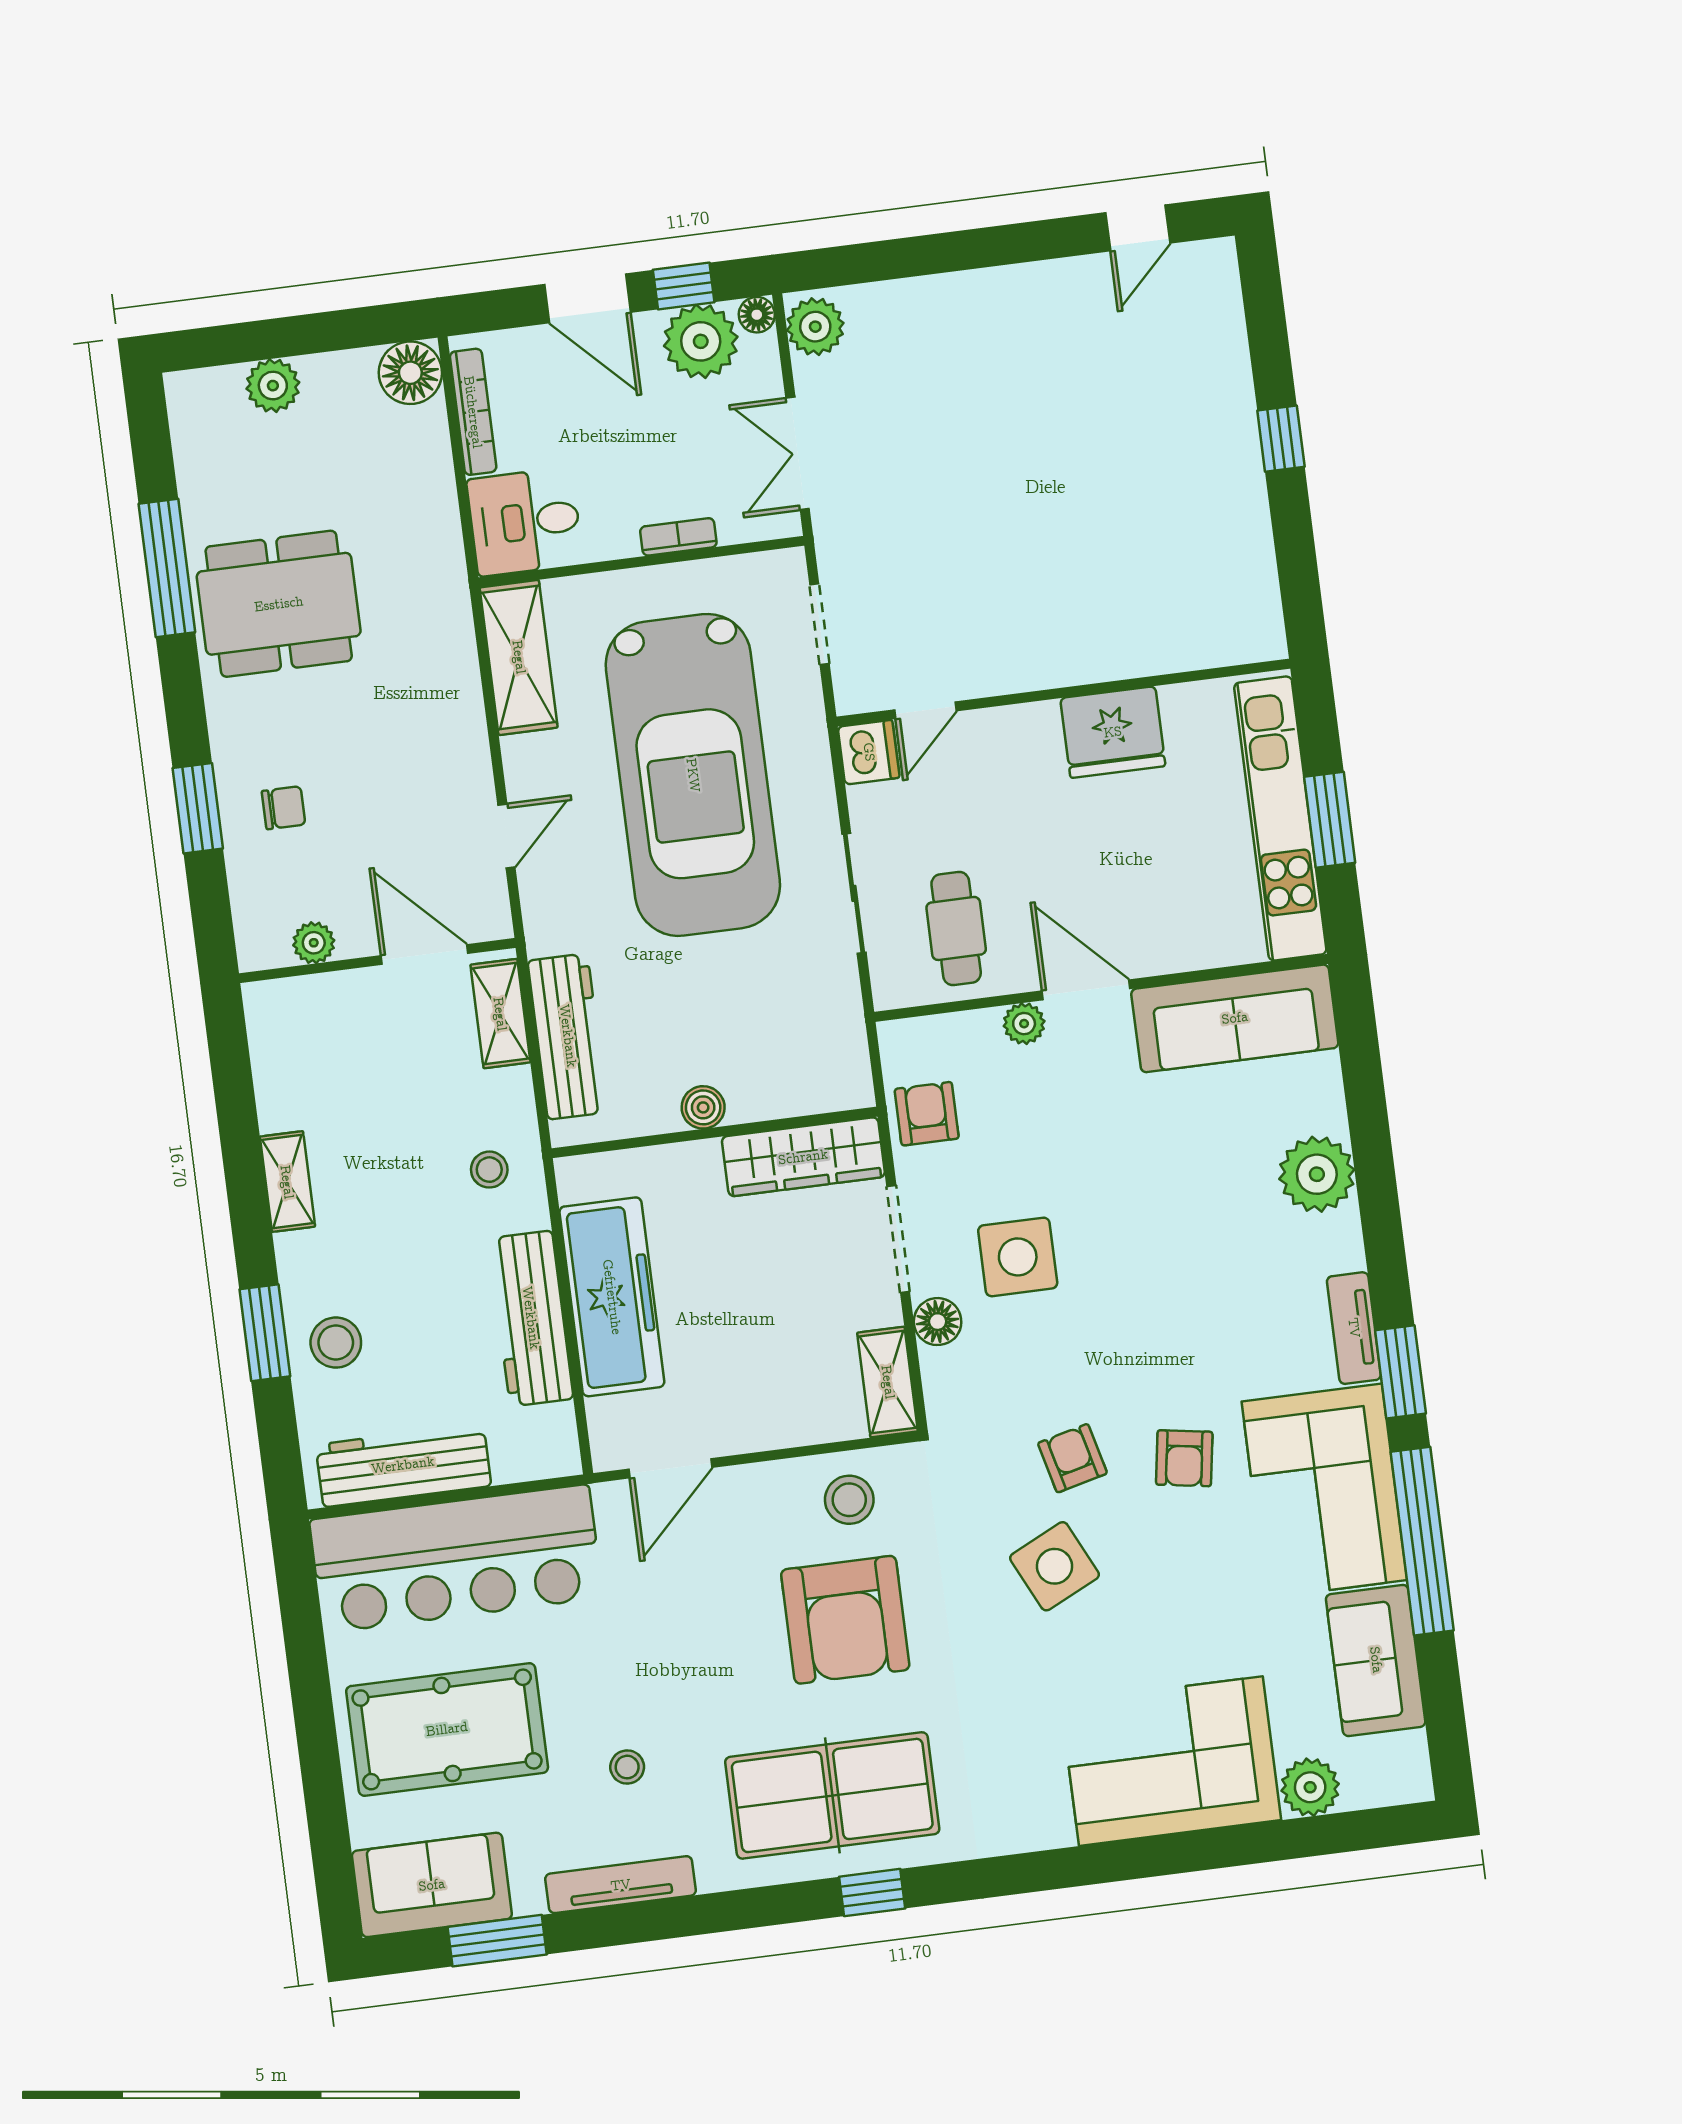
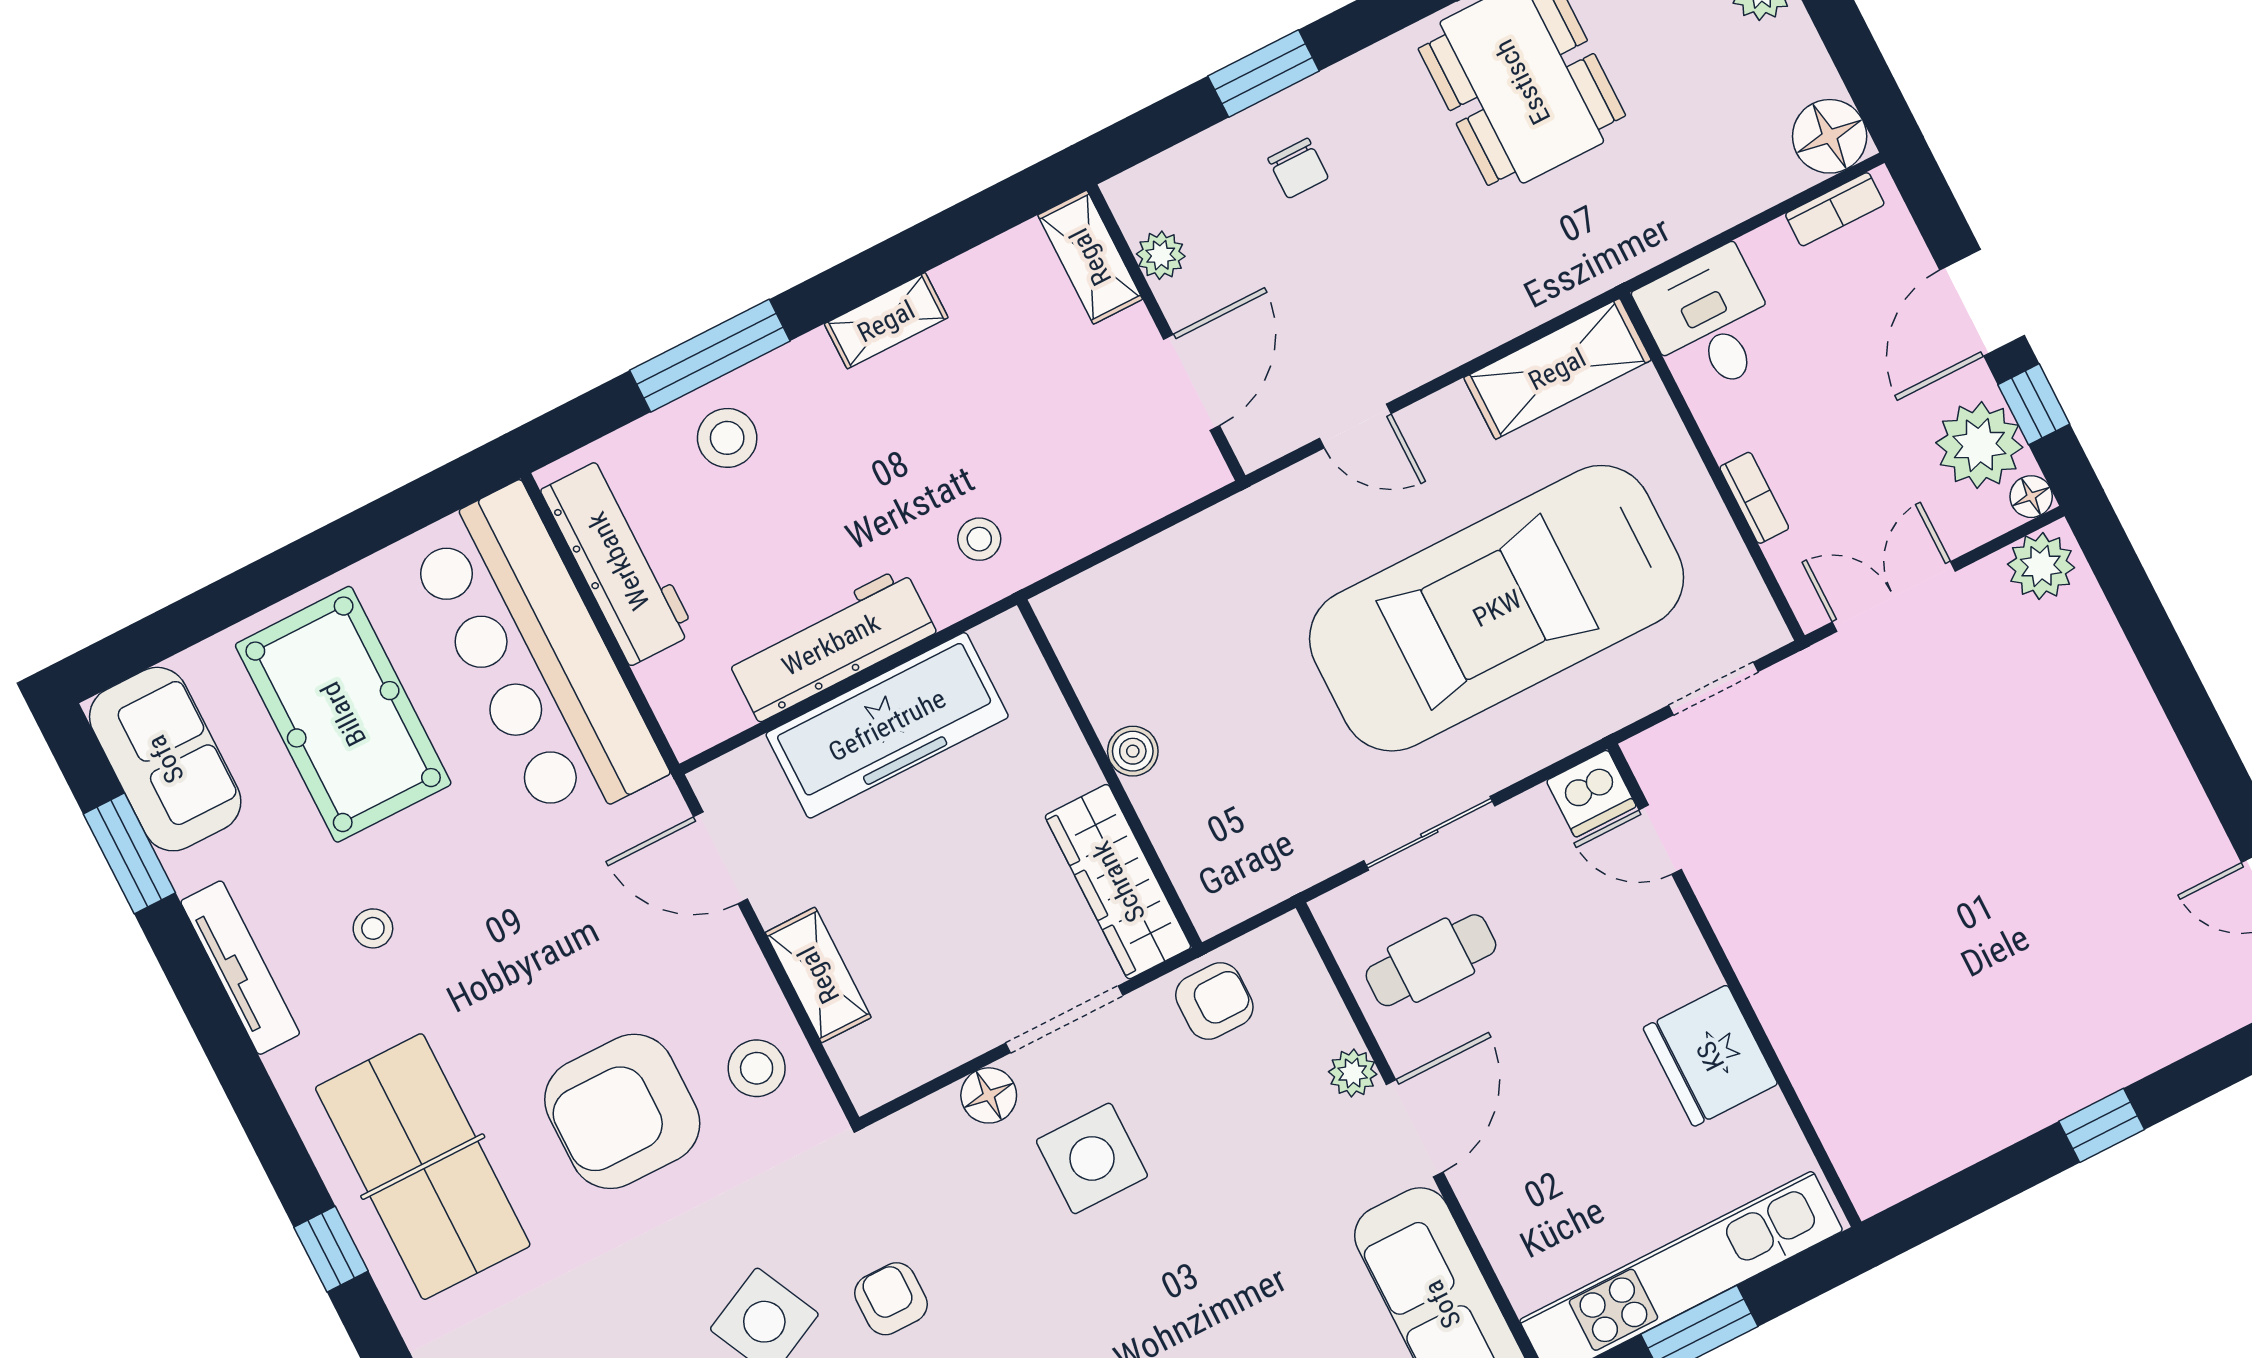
bookcase: (473, 412) -> (1835, 209), width x0.64
shelving: (500, 1014) -> (1090, 257), moved, turned 90
workbench: (568, 1036) -> (1158, 573), removed
window: (265, 1333) -> (710, 356), width x1.44
shelving: (888, 1382) -> (818, 975), moved, turned 90
armchair: (1072, 1458) -> (891, 1299), turned -76

